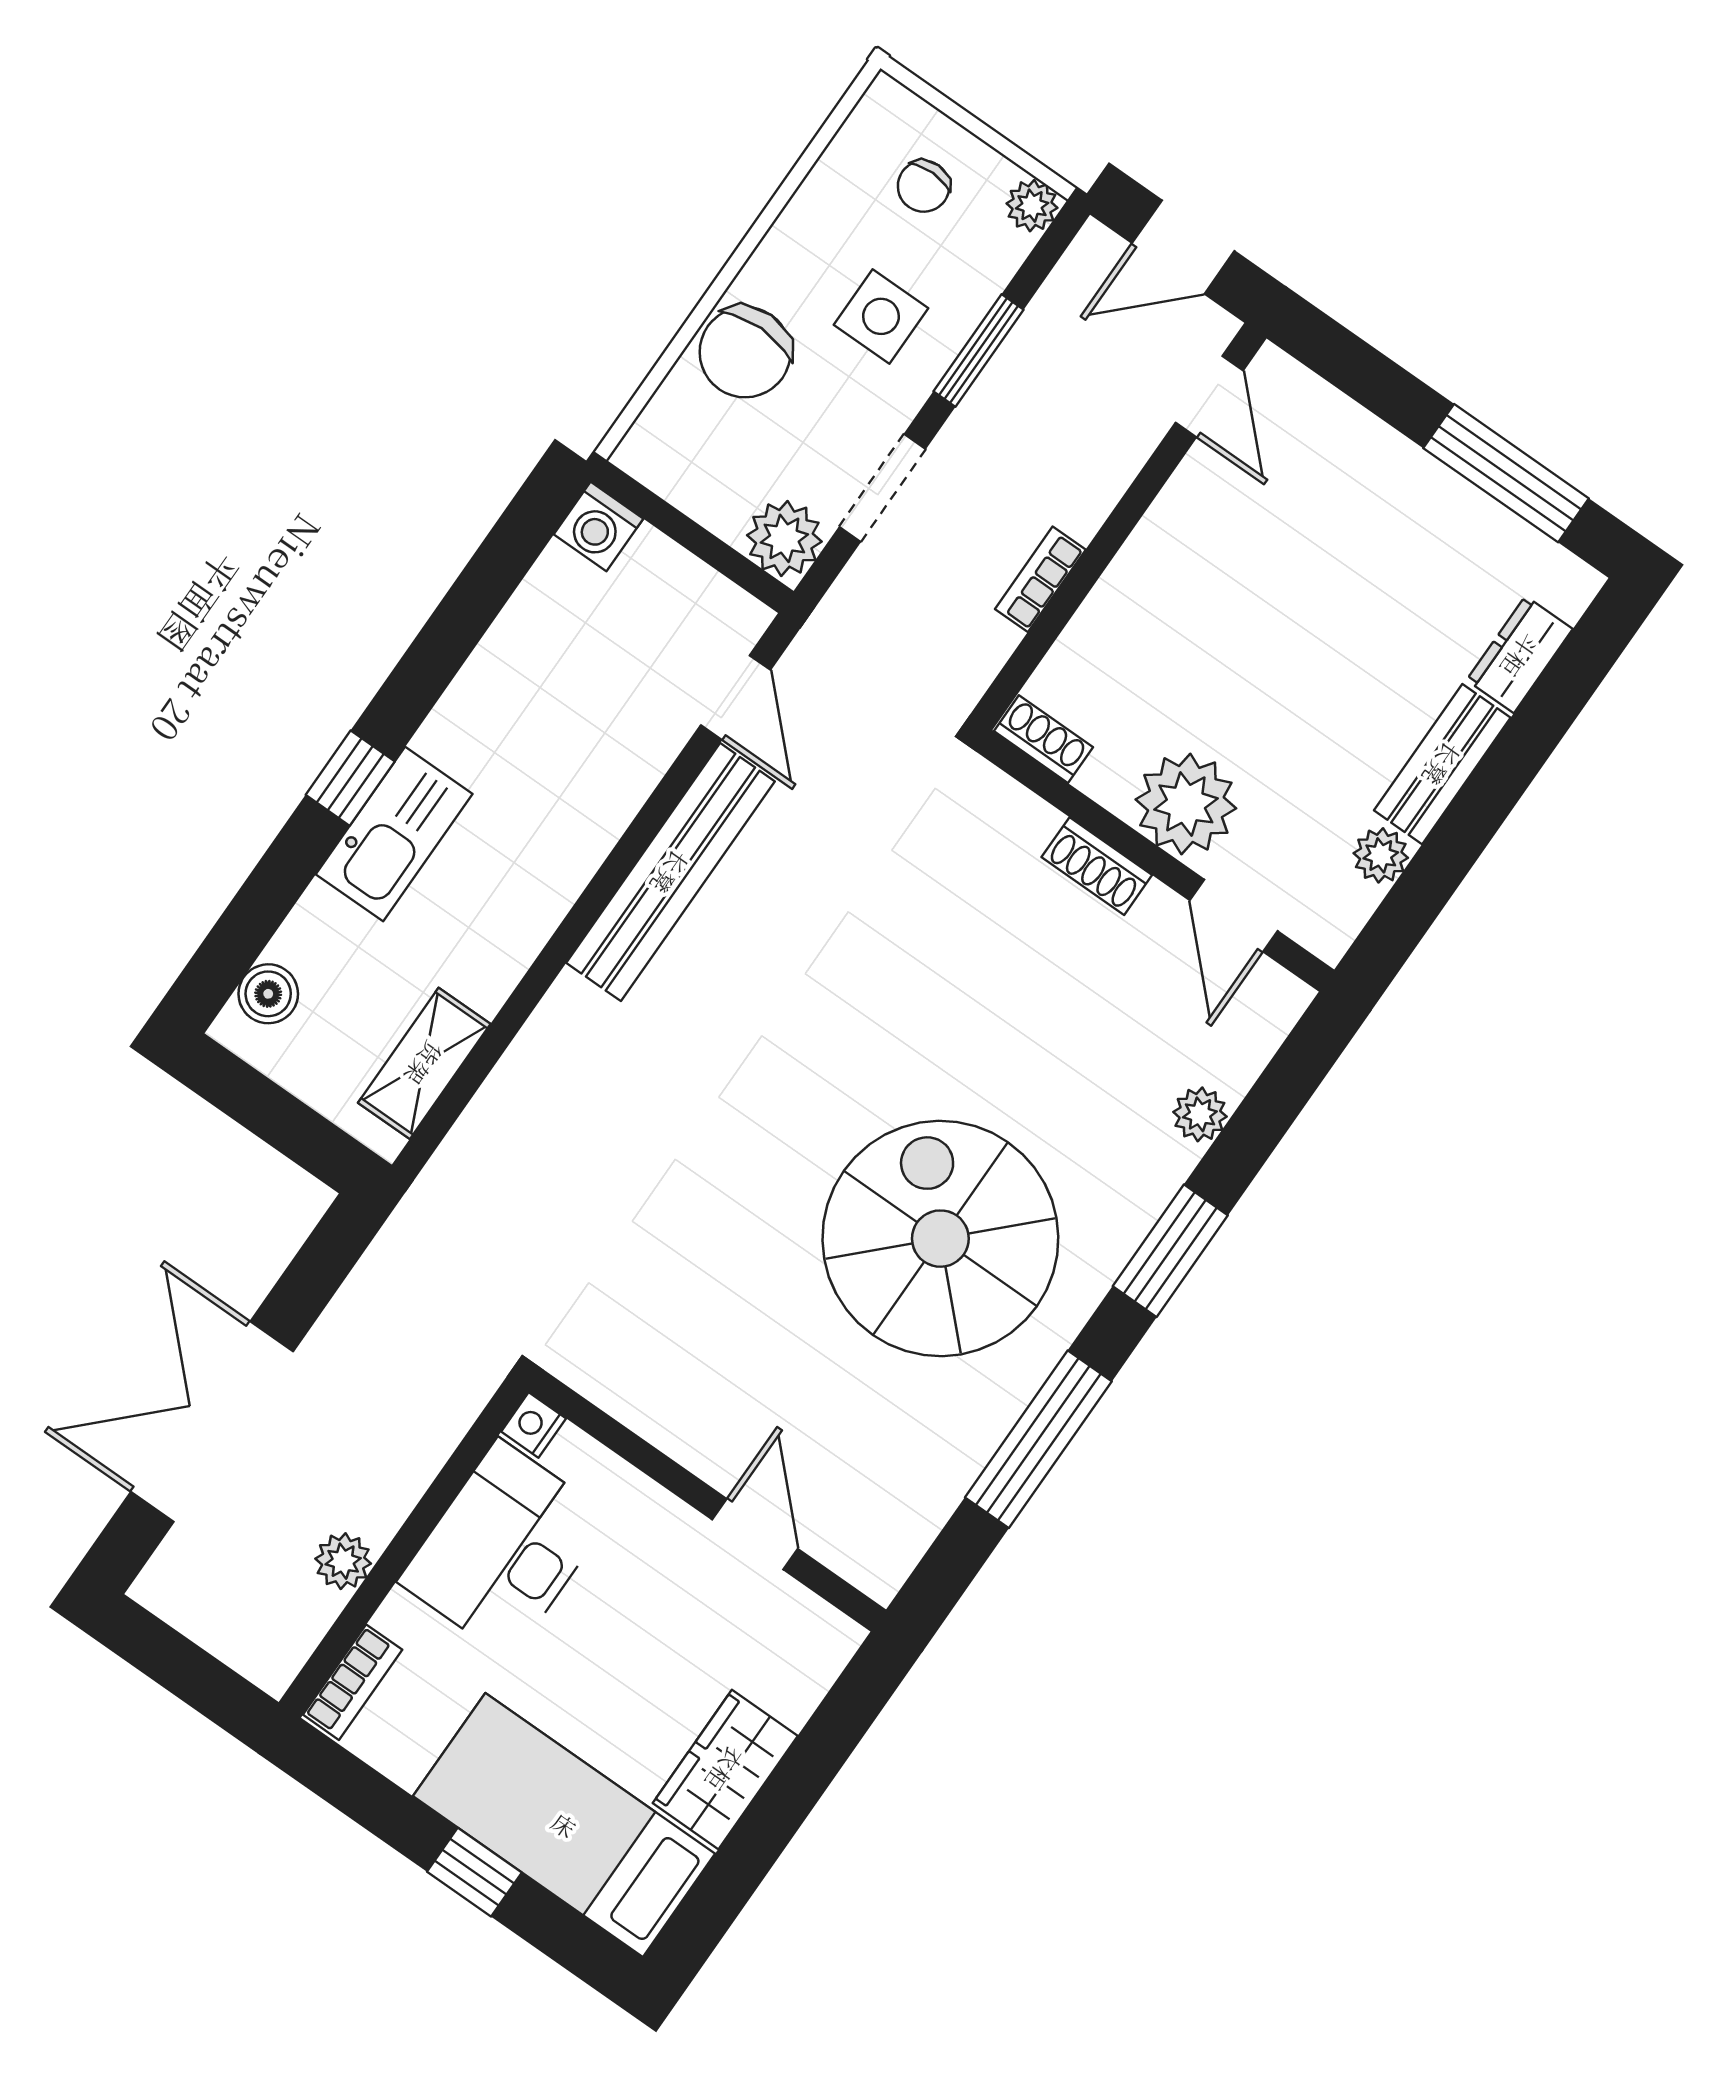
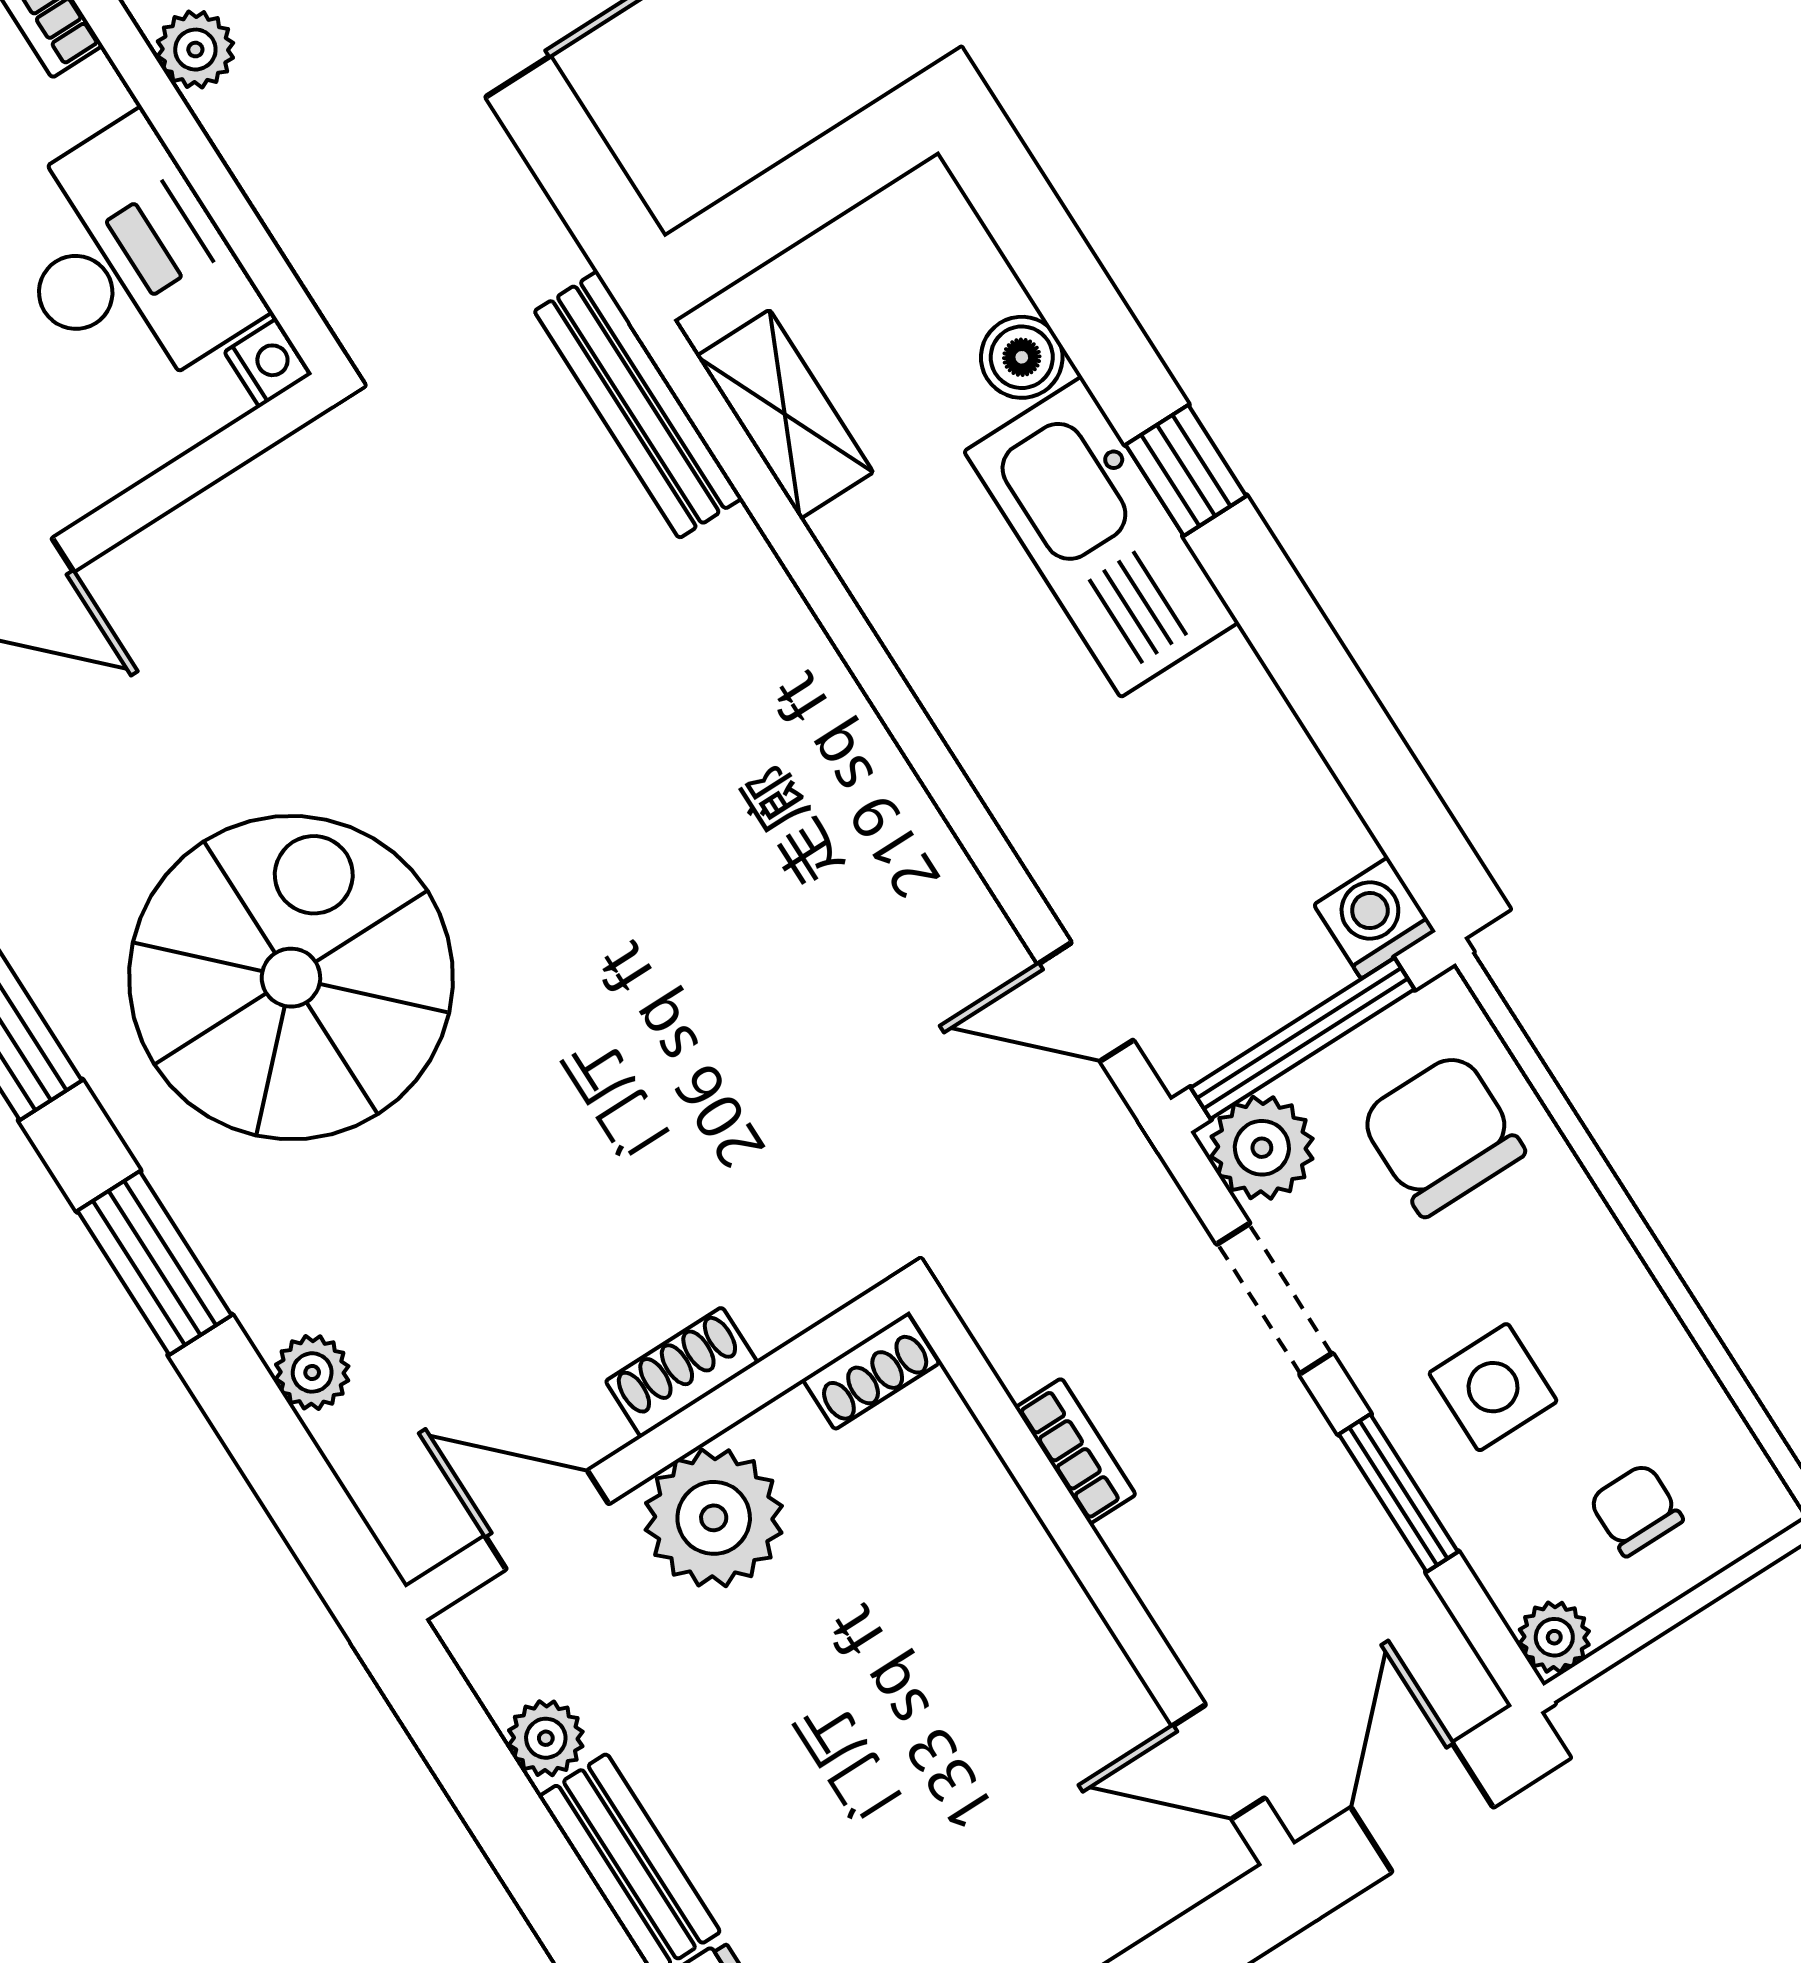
chair: (745, 352) -> (1442, 1134), moved
window: (700, 542) -> (1303, 1038), added
kitchen sink: (394, 834) -> (1101, 537), width x1.36, depth x1.24
bench: (670, 872) -> (638, 405), moved, width x0.73, depth x0.82
boiler: (268, 994) -> (1022, 357), moved
spiral stairs: (940, 1239) -> (291, 978), turned -90

